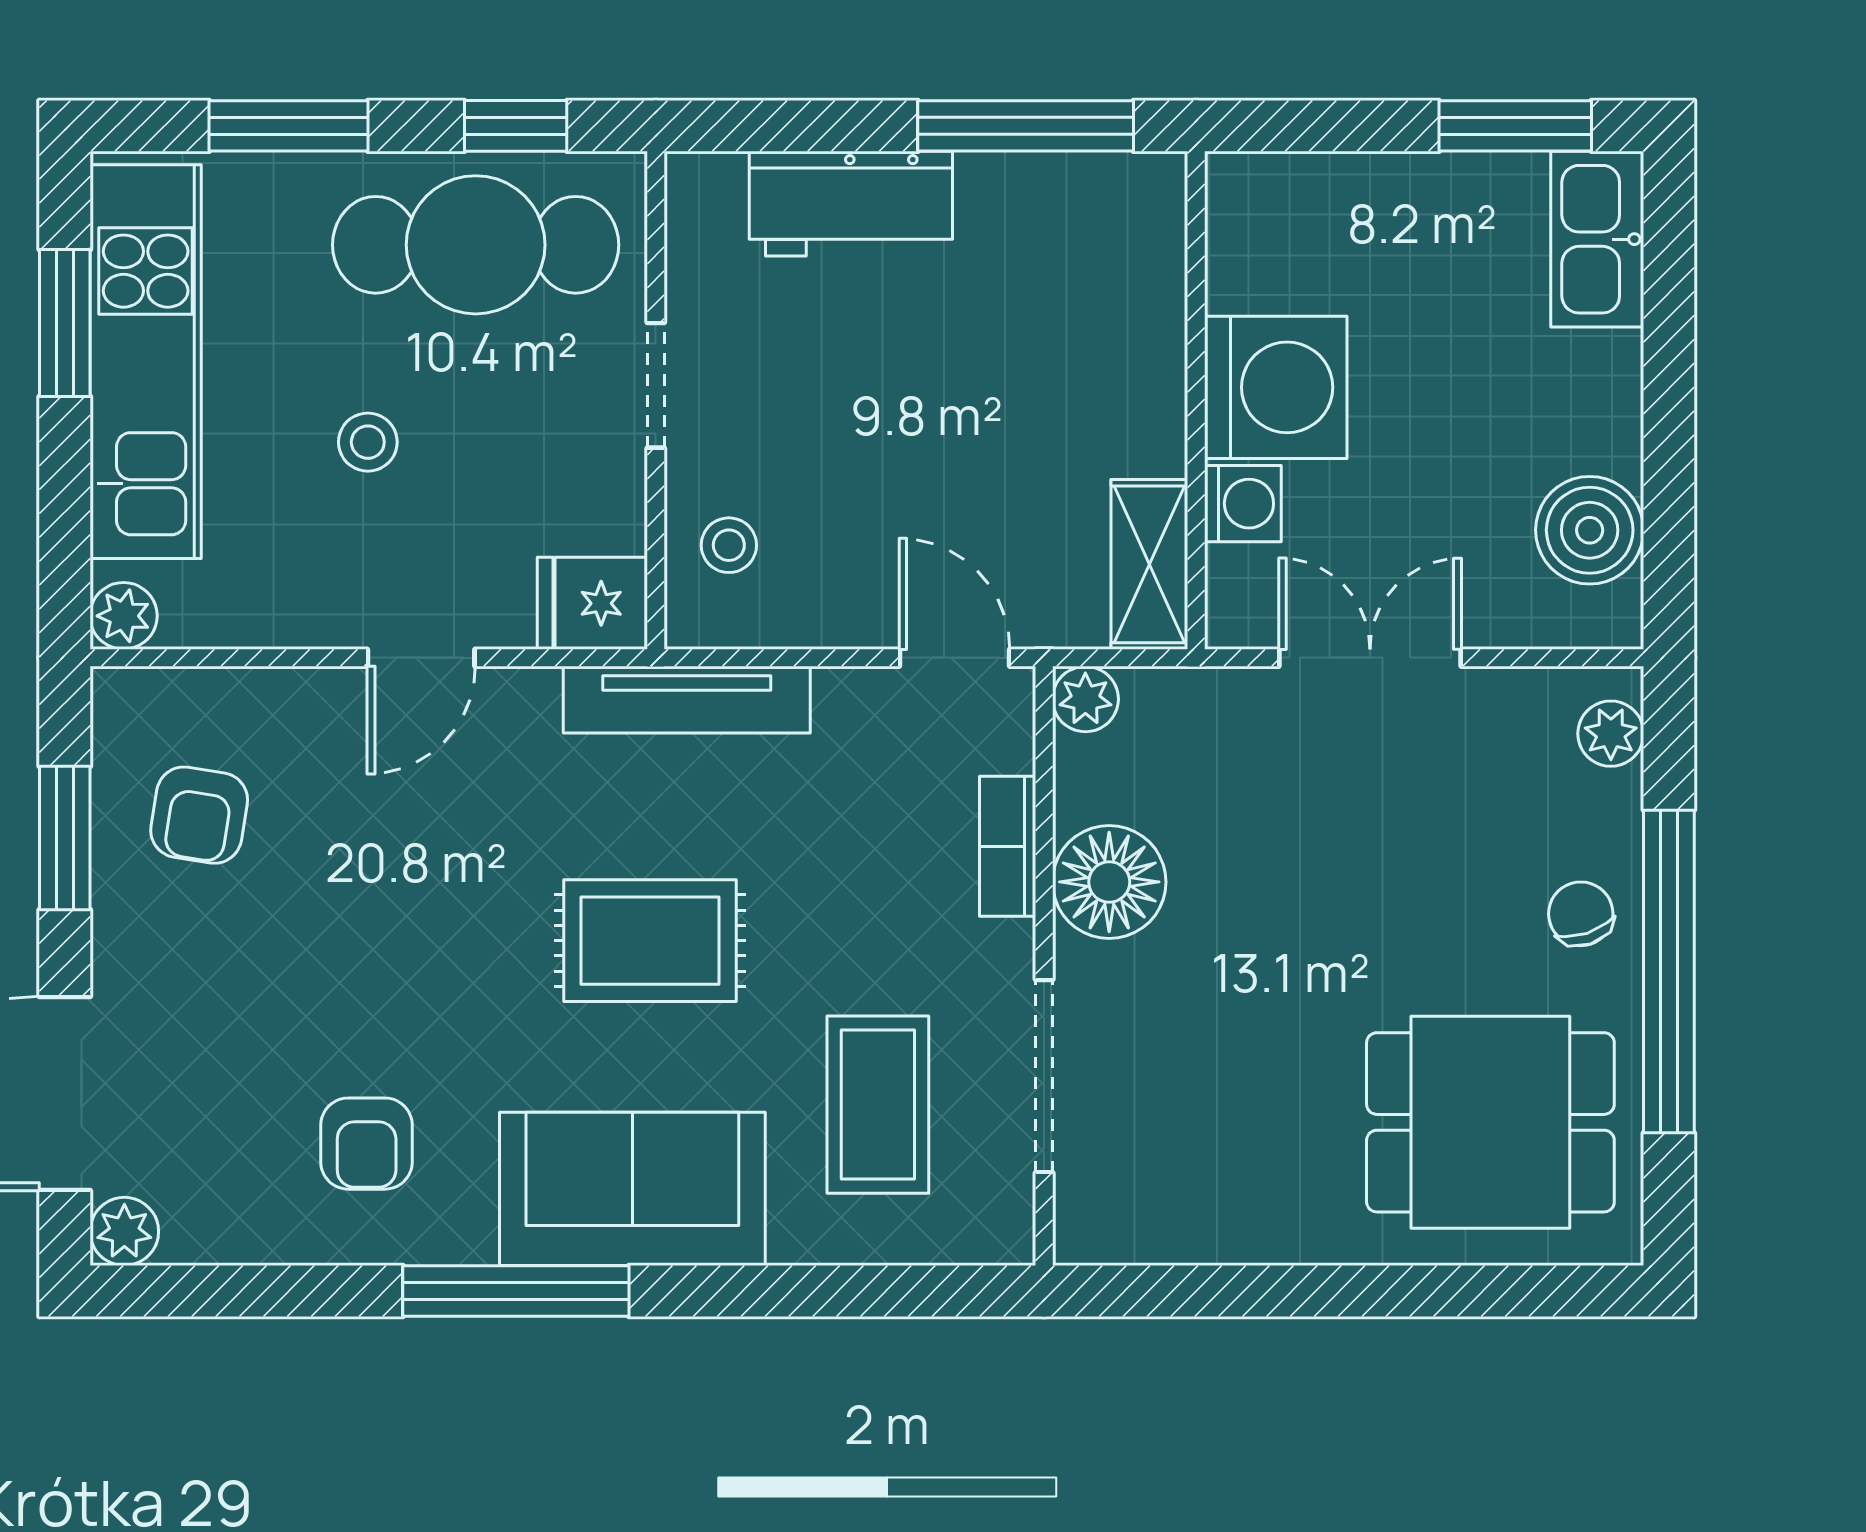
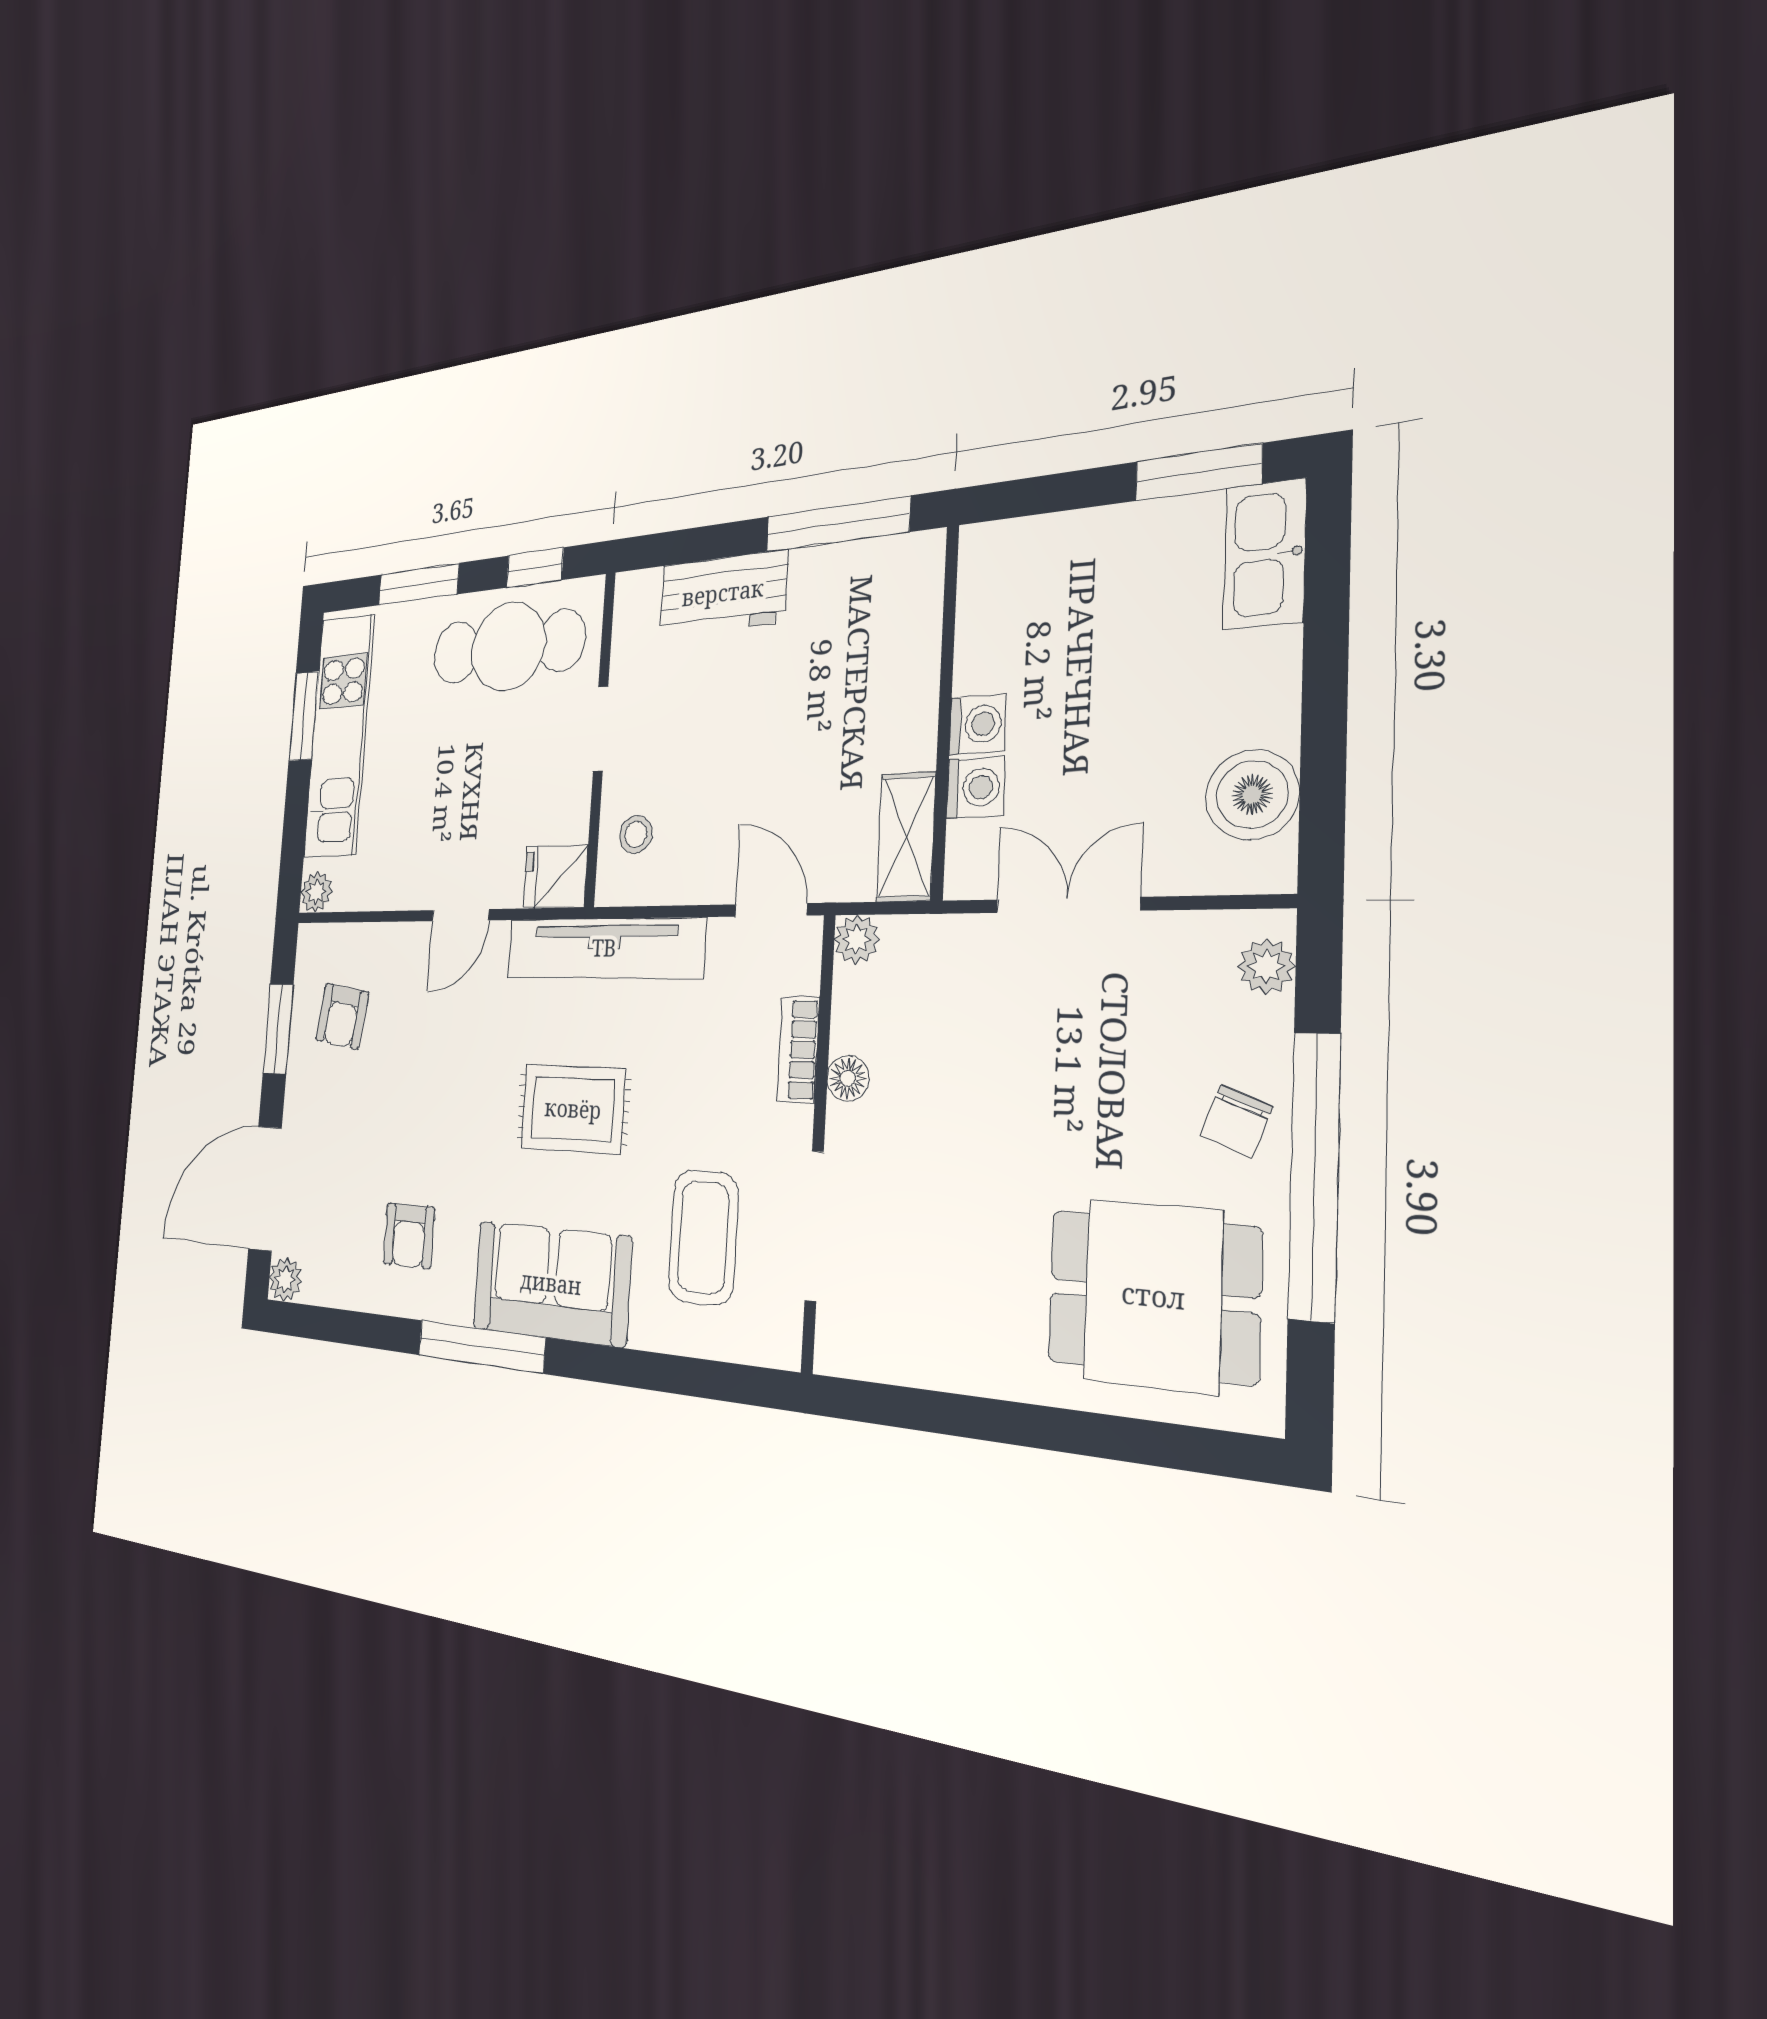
washing machine: (1276, 387) -> (978, 724), width x0.53, depth x0.53
stool: (368, 442) -> (443, 777), removed
tv unit: (687, 700) -> (604, 948), width x1.36, depth x1.29
floor lamp: (1109, 882) -> (848, 1078), width x0.53, depth x0.53
chair: (1581, 914) -> (1236, 1121), turned -141

